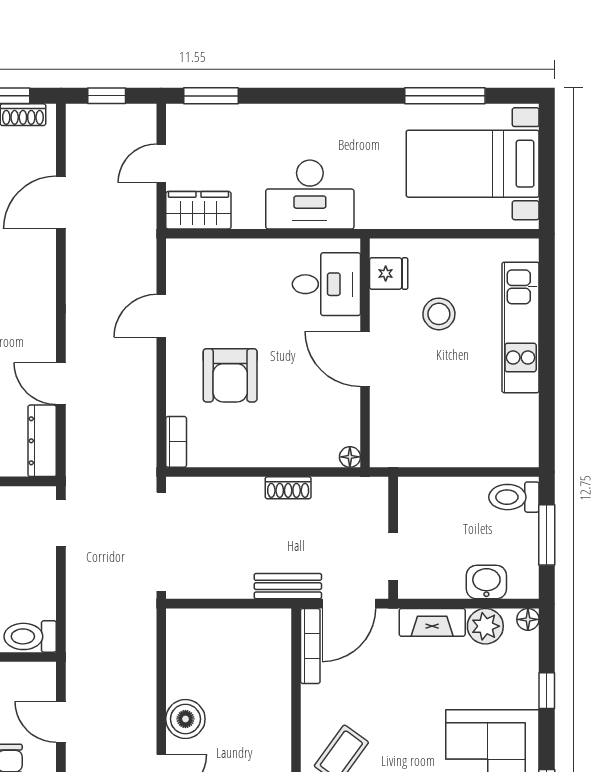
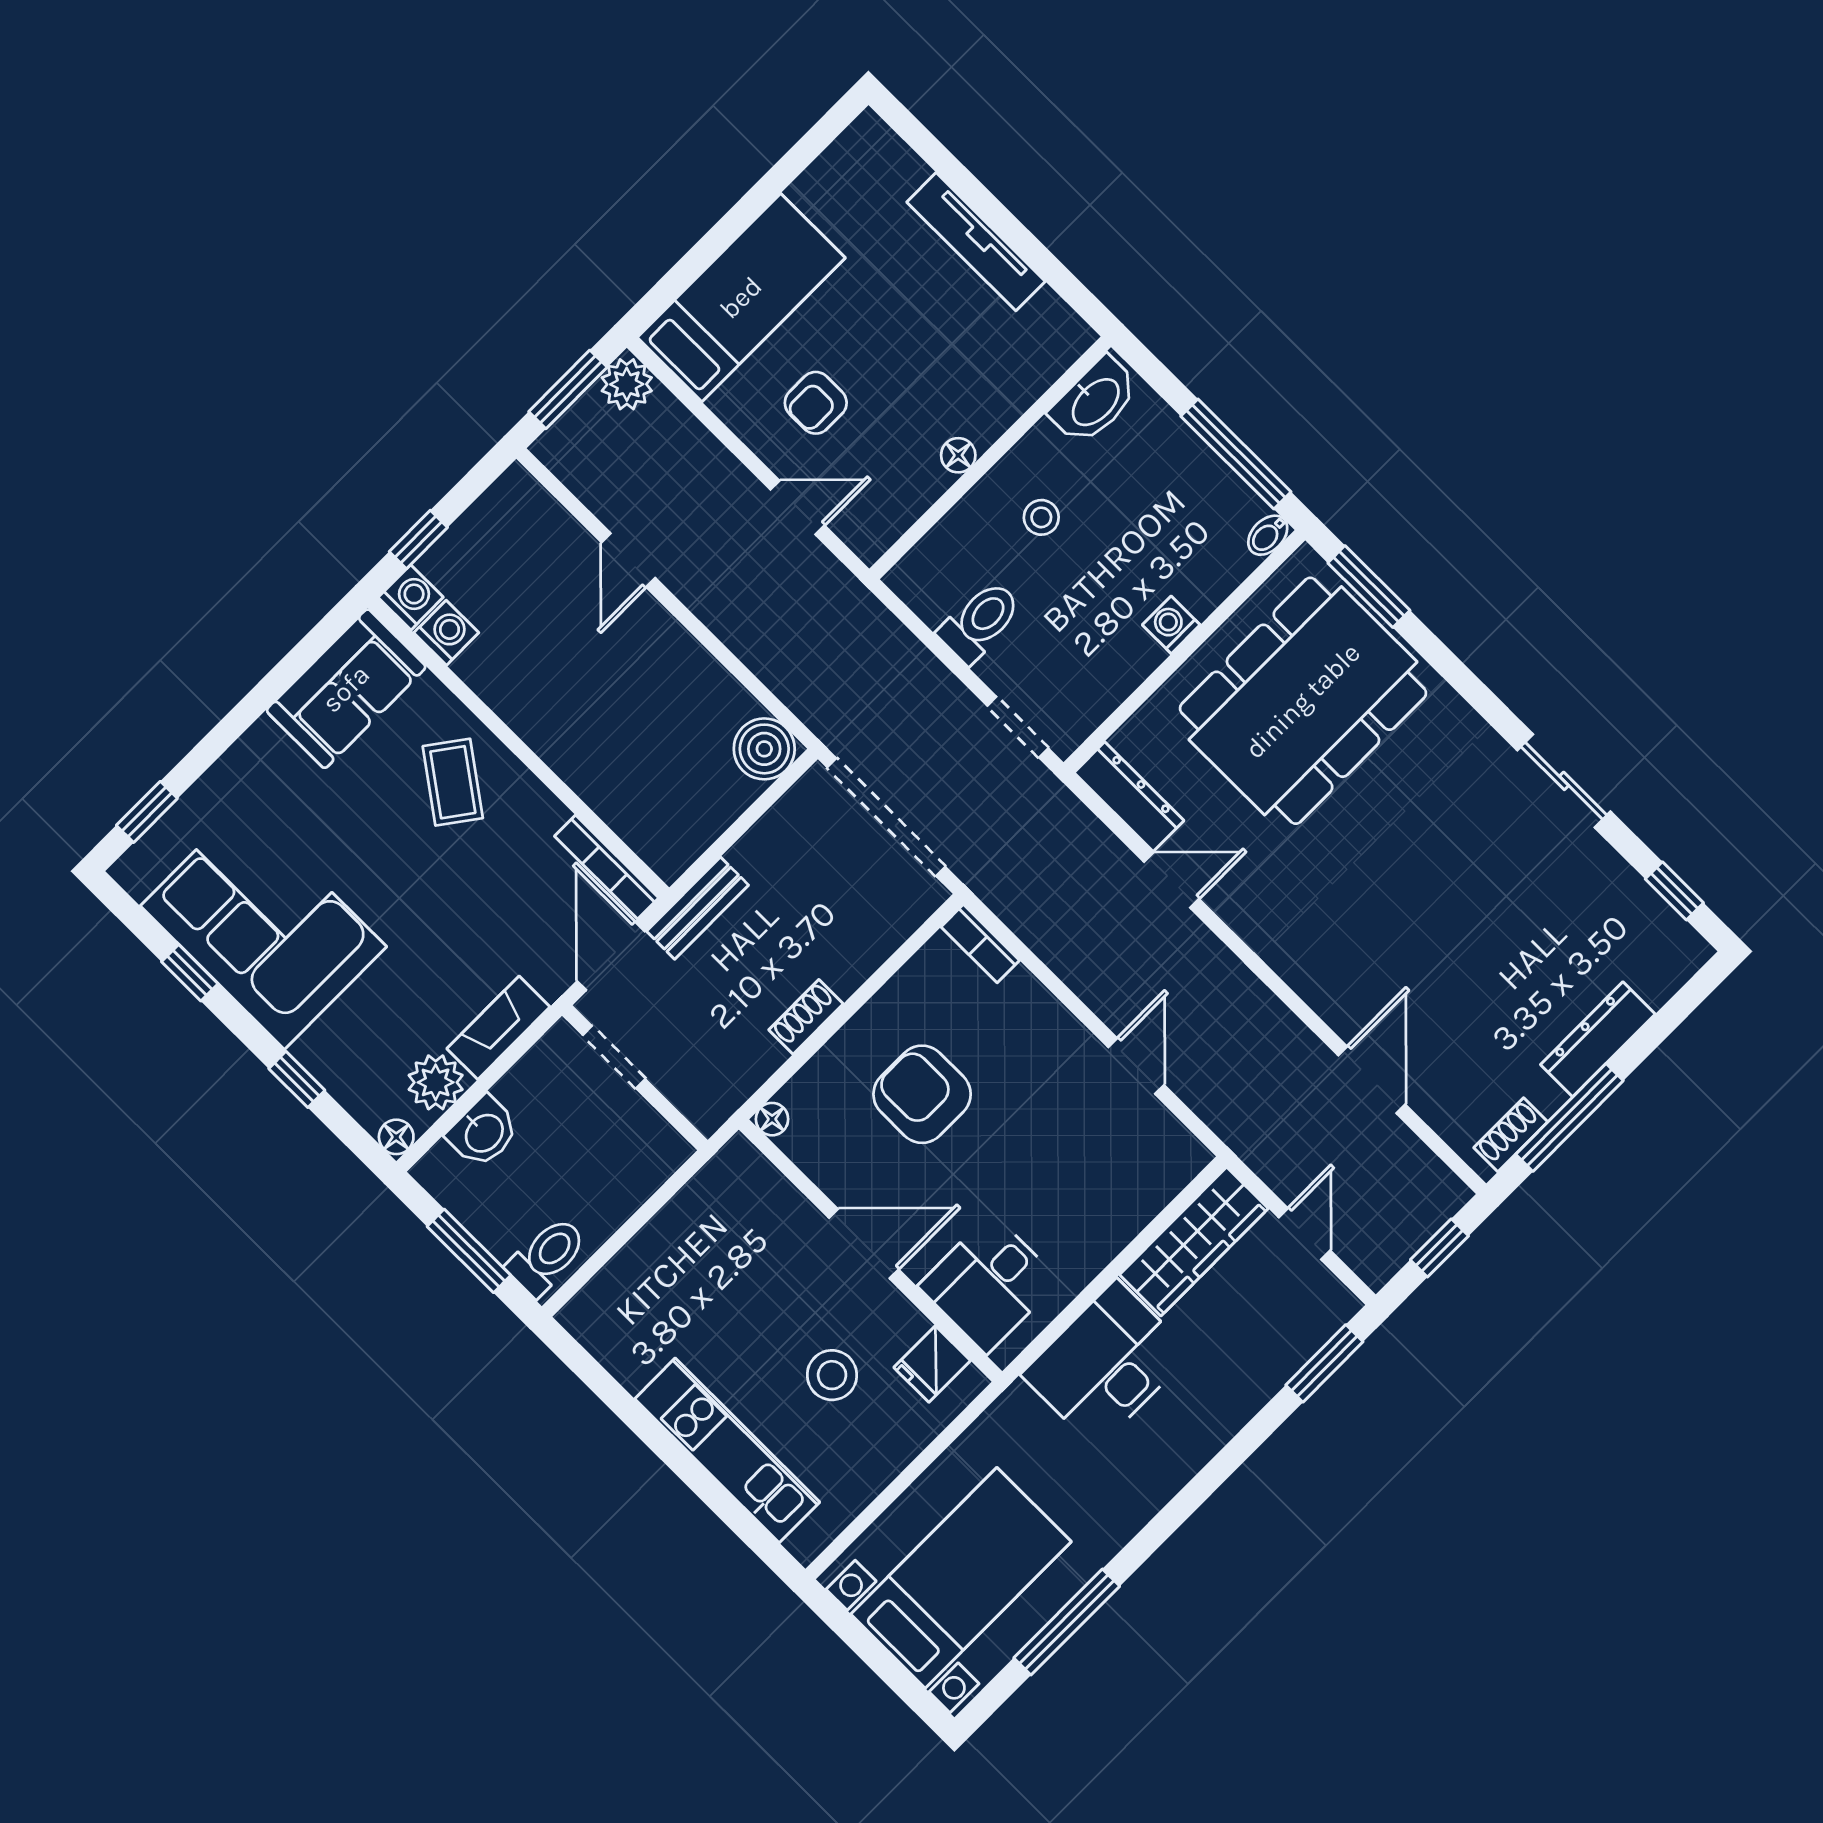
wardrobe: (198, 210) -> (1194, 1241), width x1.50
armchair: (230, 375) -> (922, 1094), moved
toilet: (30, 636) -> (980, 622), moved
boiler: (185, 719) -> (764, 749), moved

